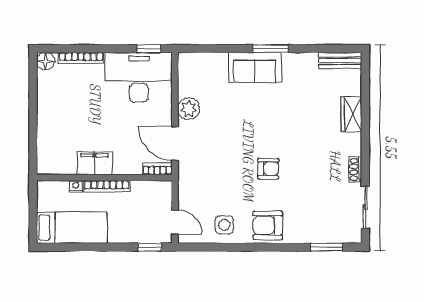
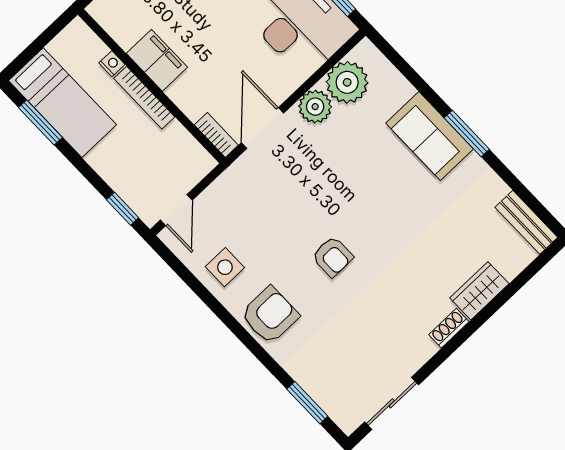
plant: (192, 82) -> (347, 82), added
shoe rack: (355, 170) -> (449, 328), moved
armchair: (268, 225) -> (270, 315), turned 90
window: (71, 247) -> (40, 122), added

